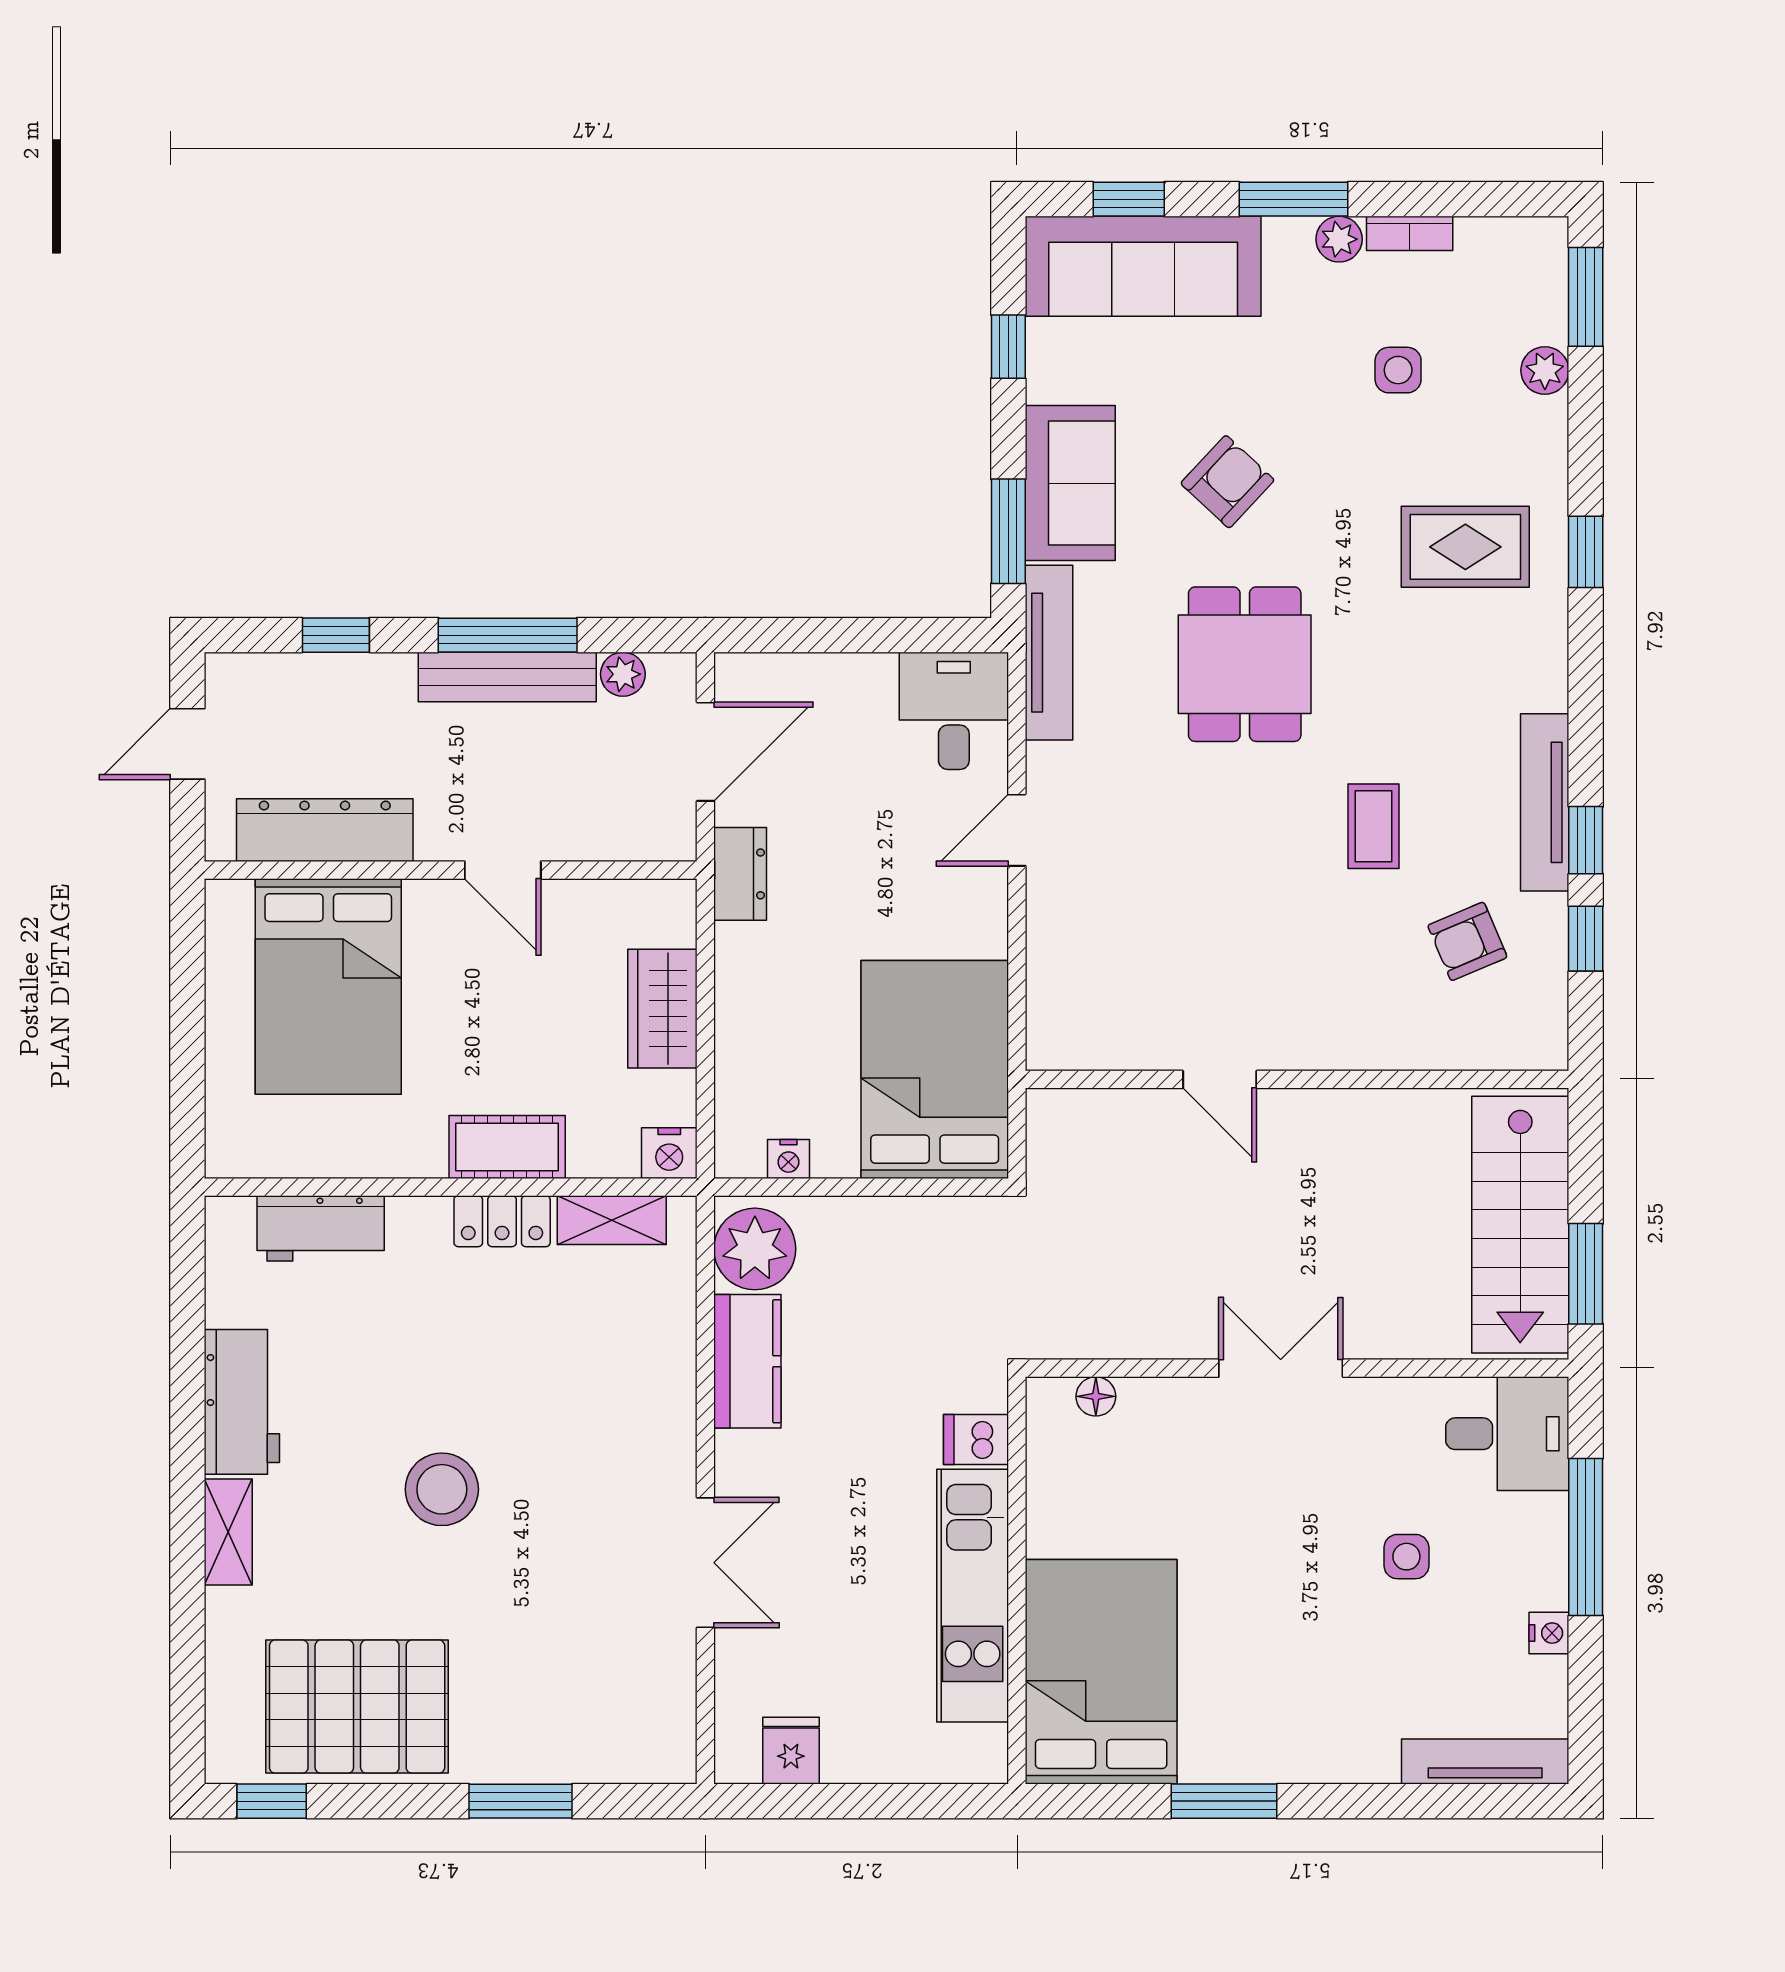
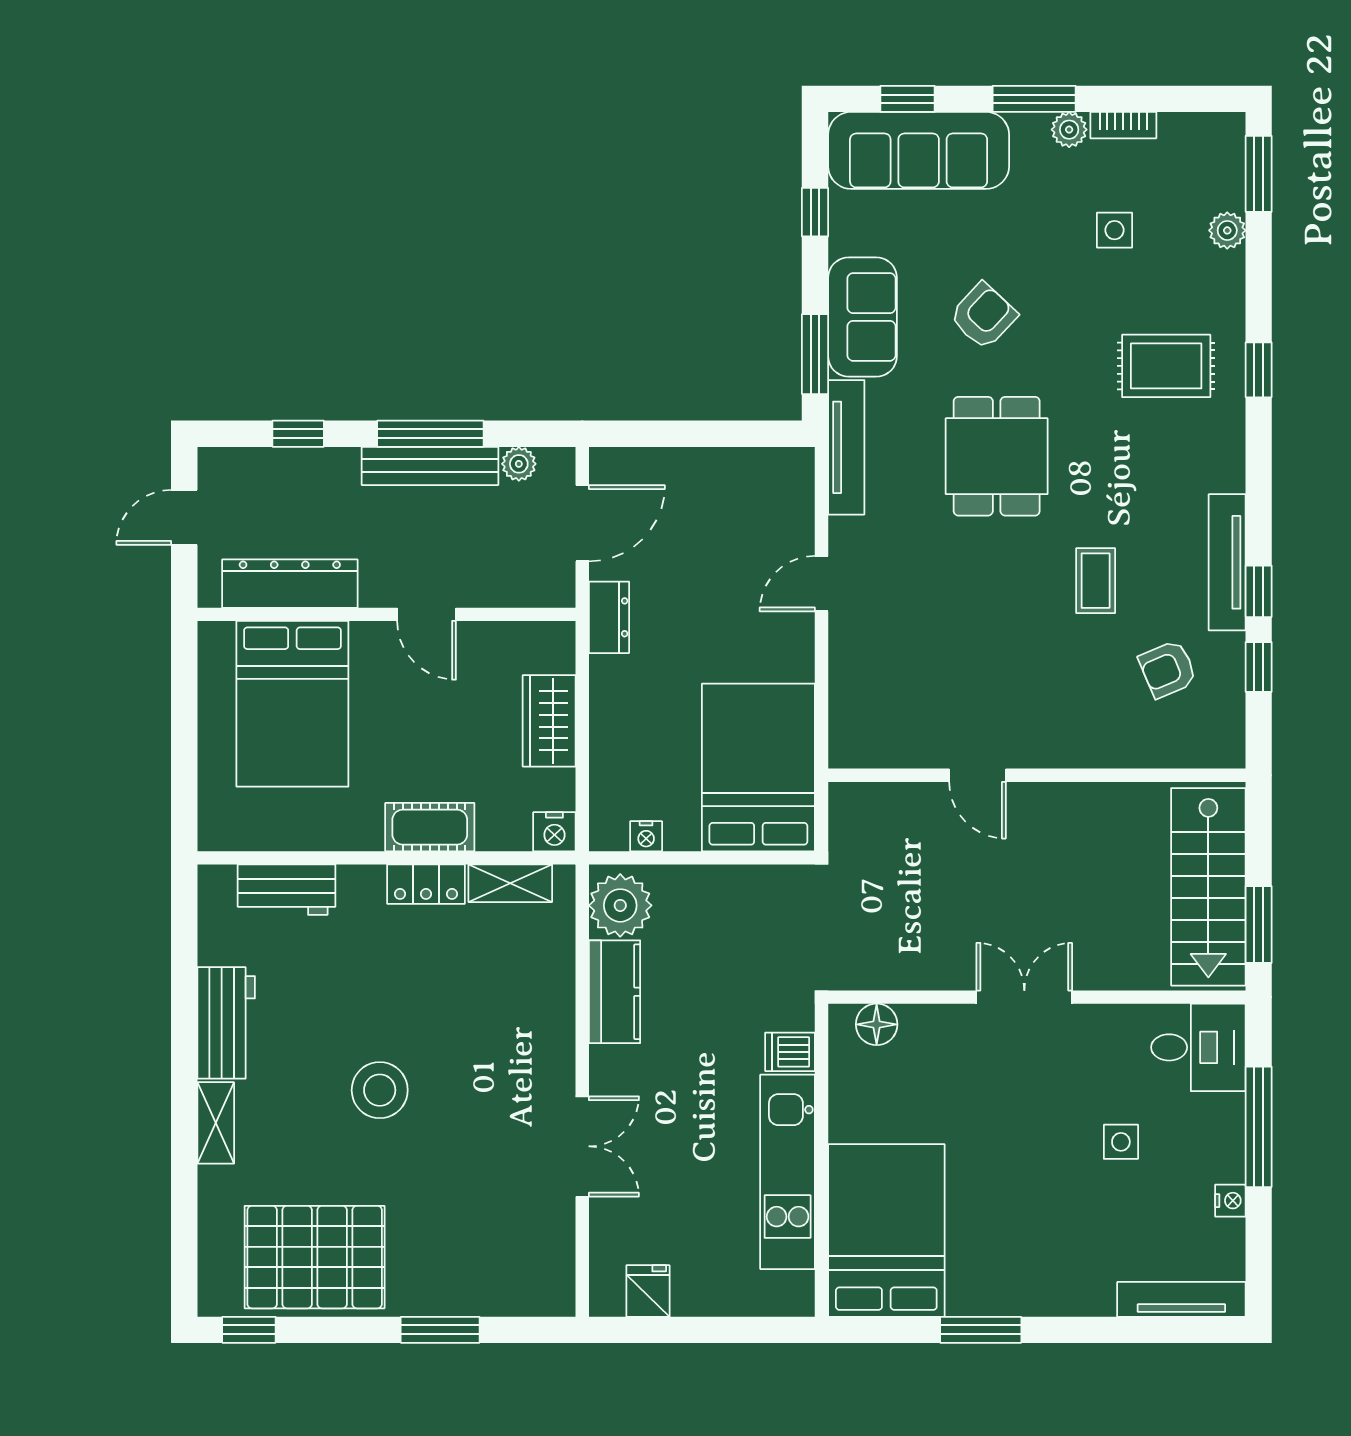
desk: (954, 711) -> (773, 492), removed
floor lamp: (1096, 1396) -> (877, 1024), width x1.37, depth x1.37

